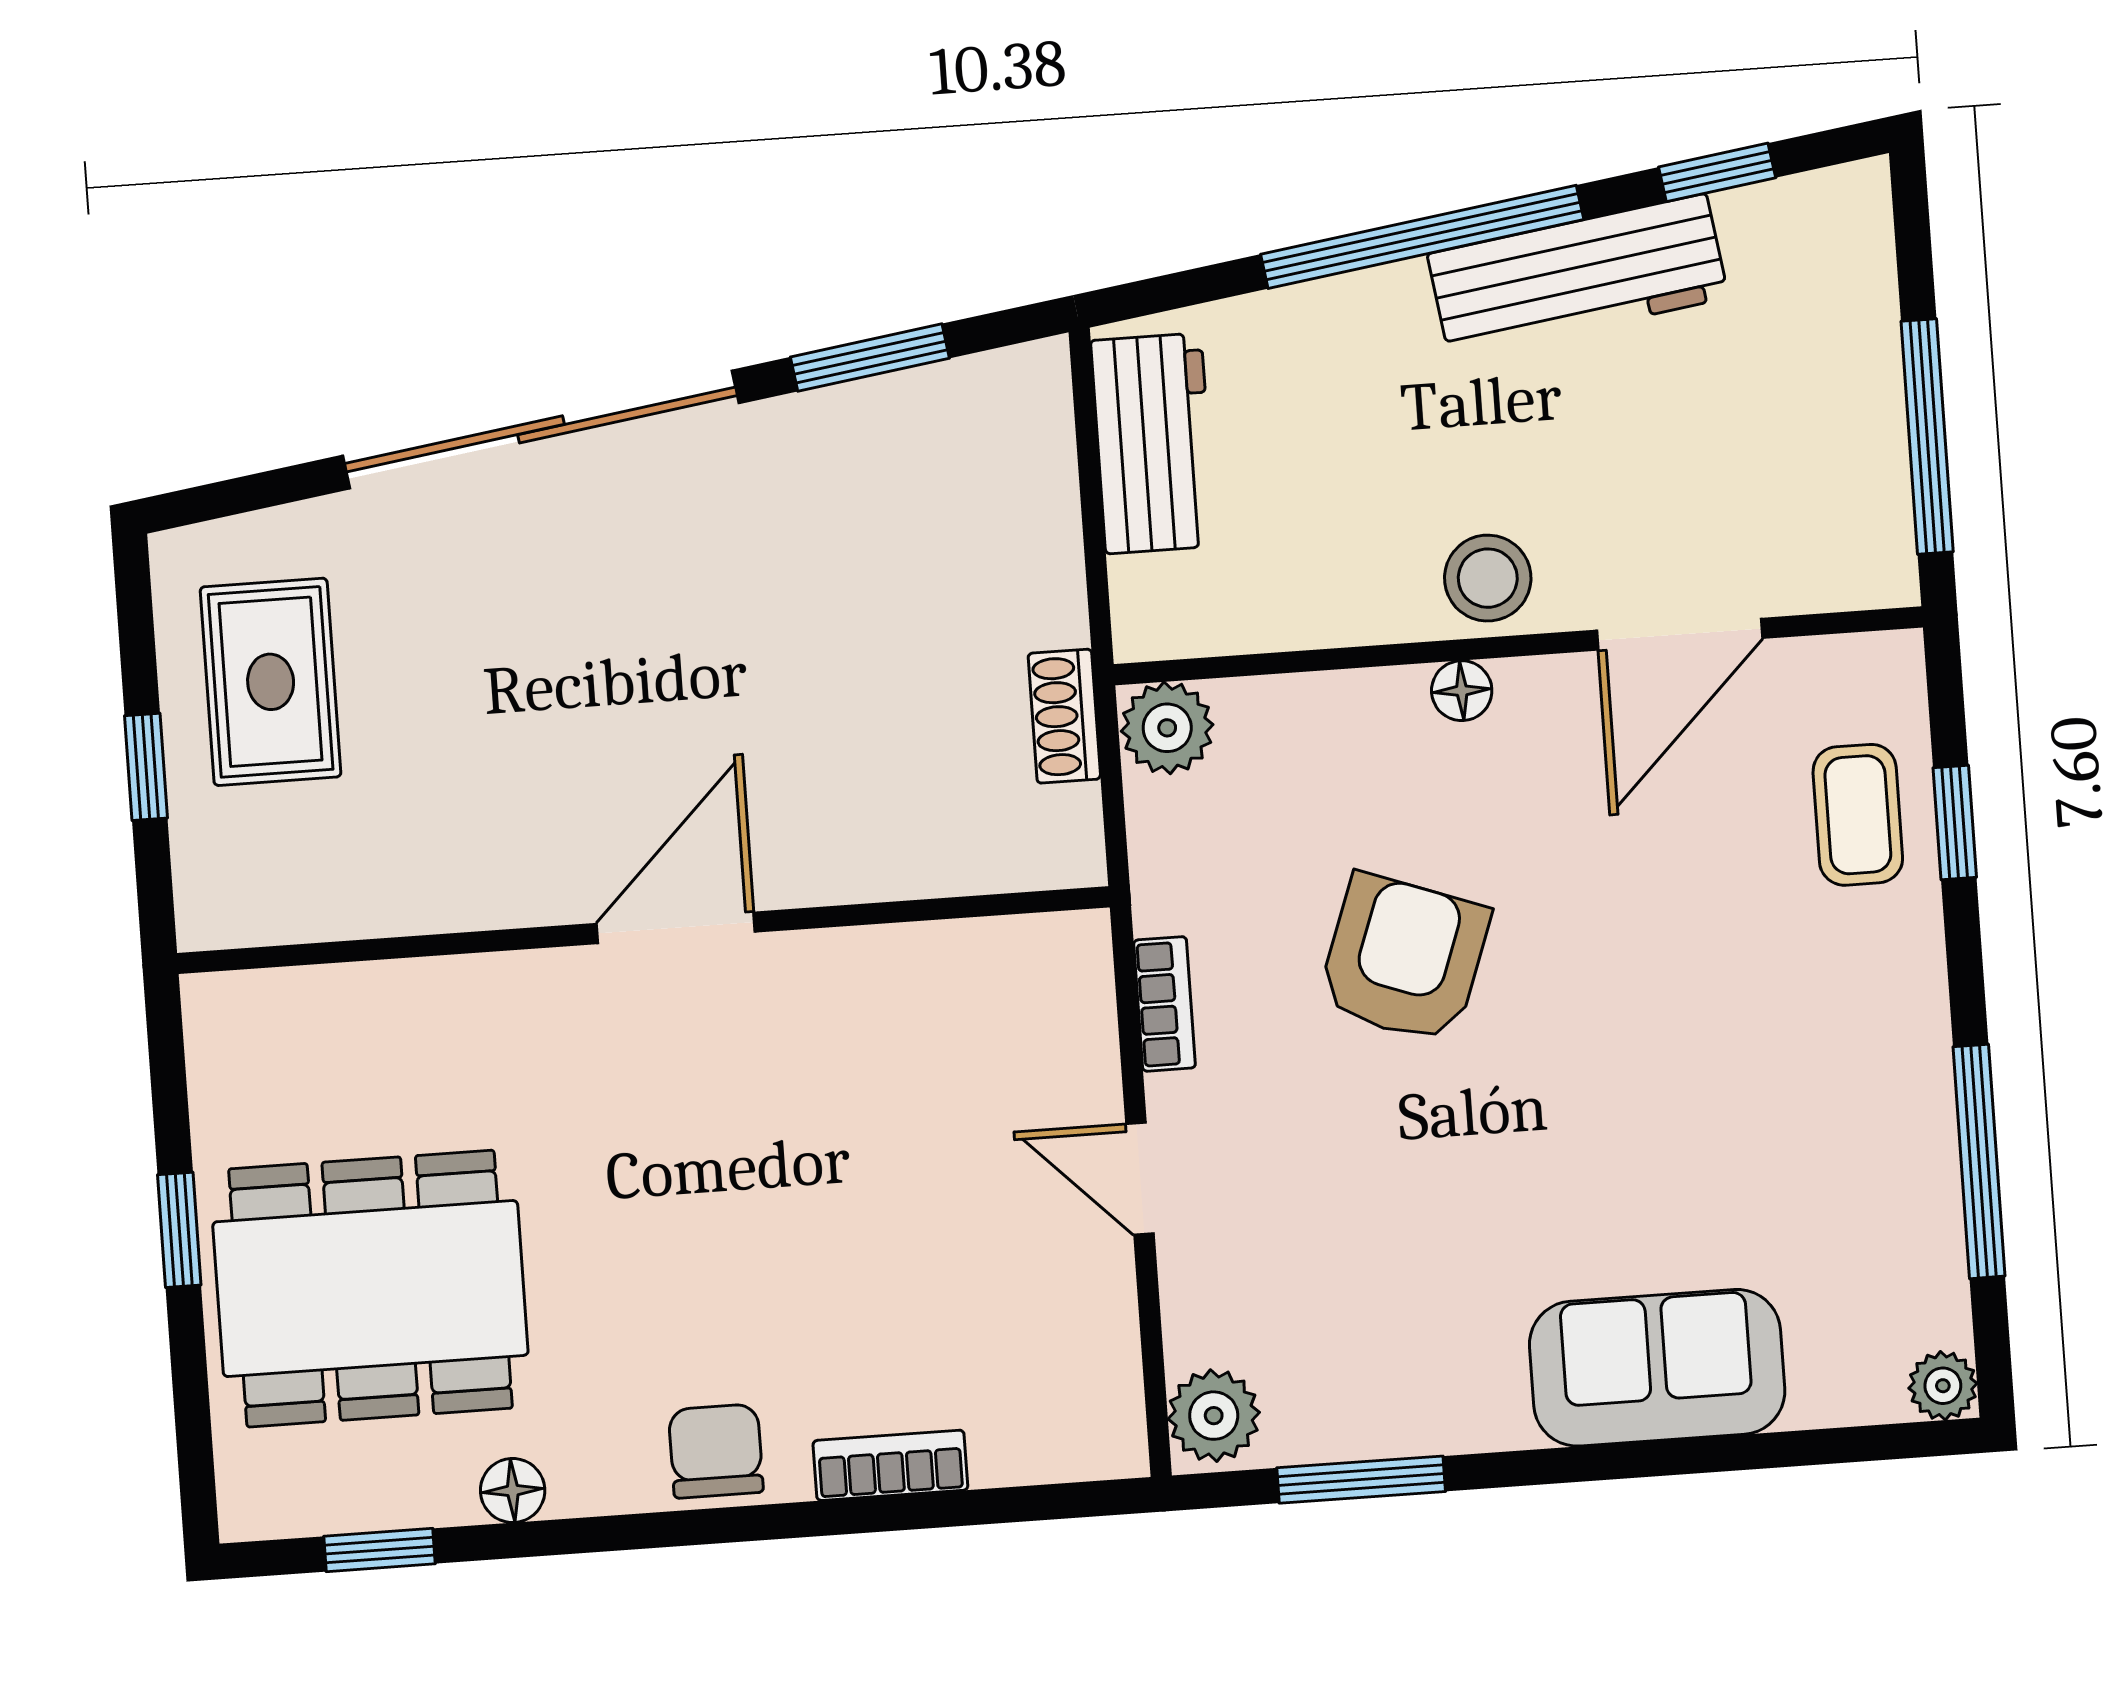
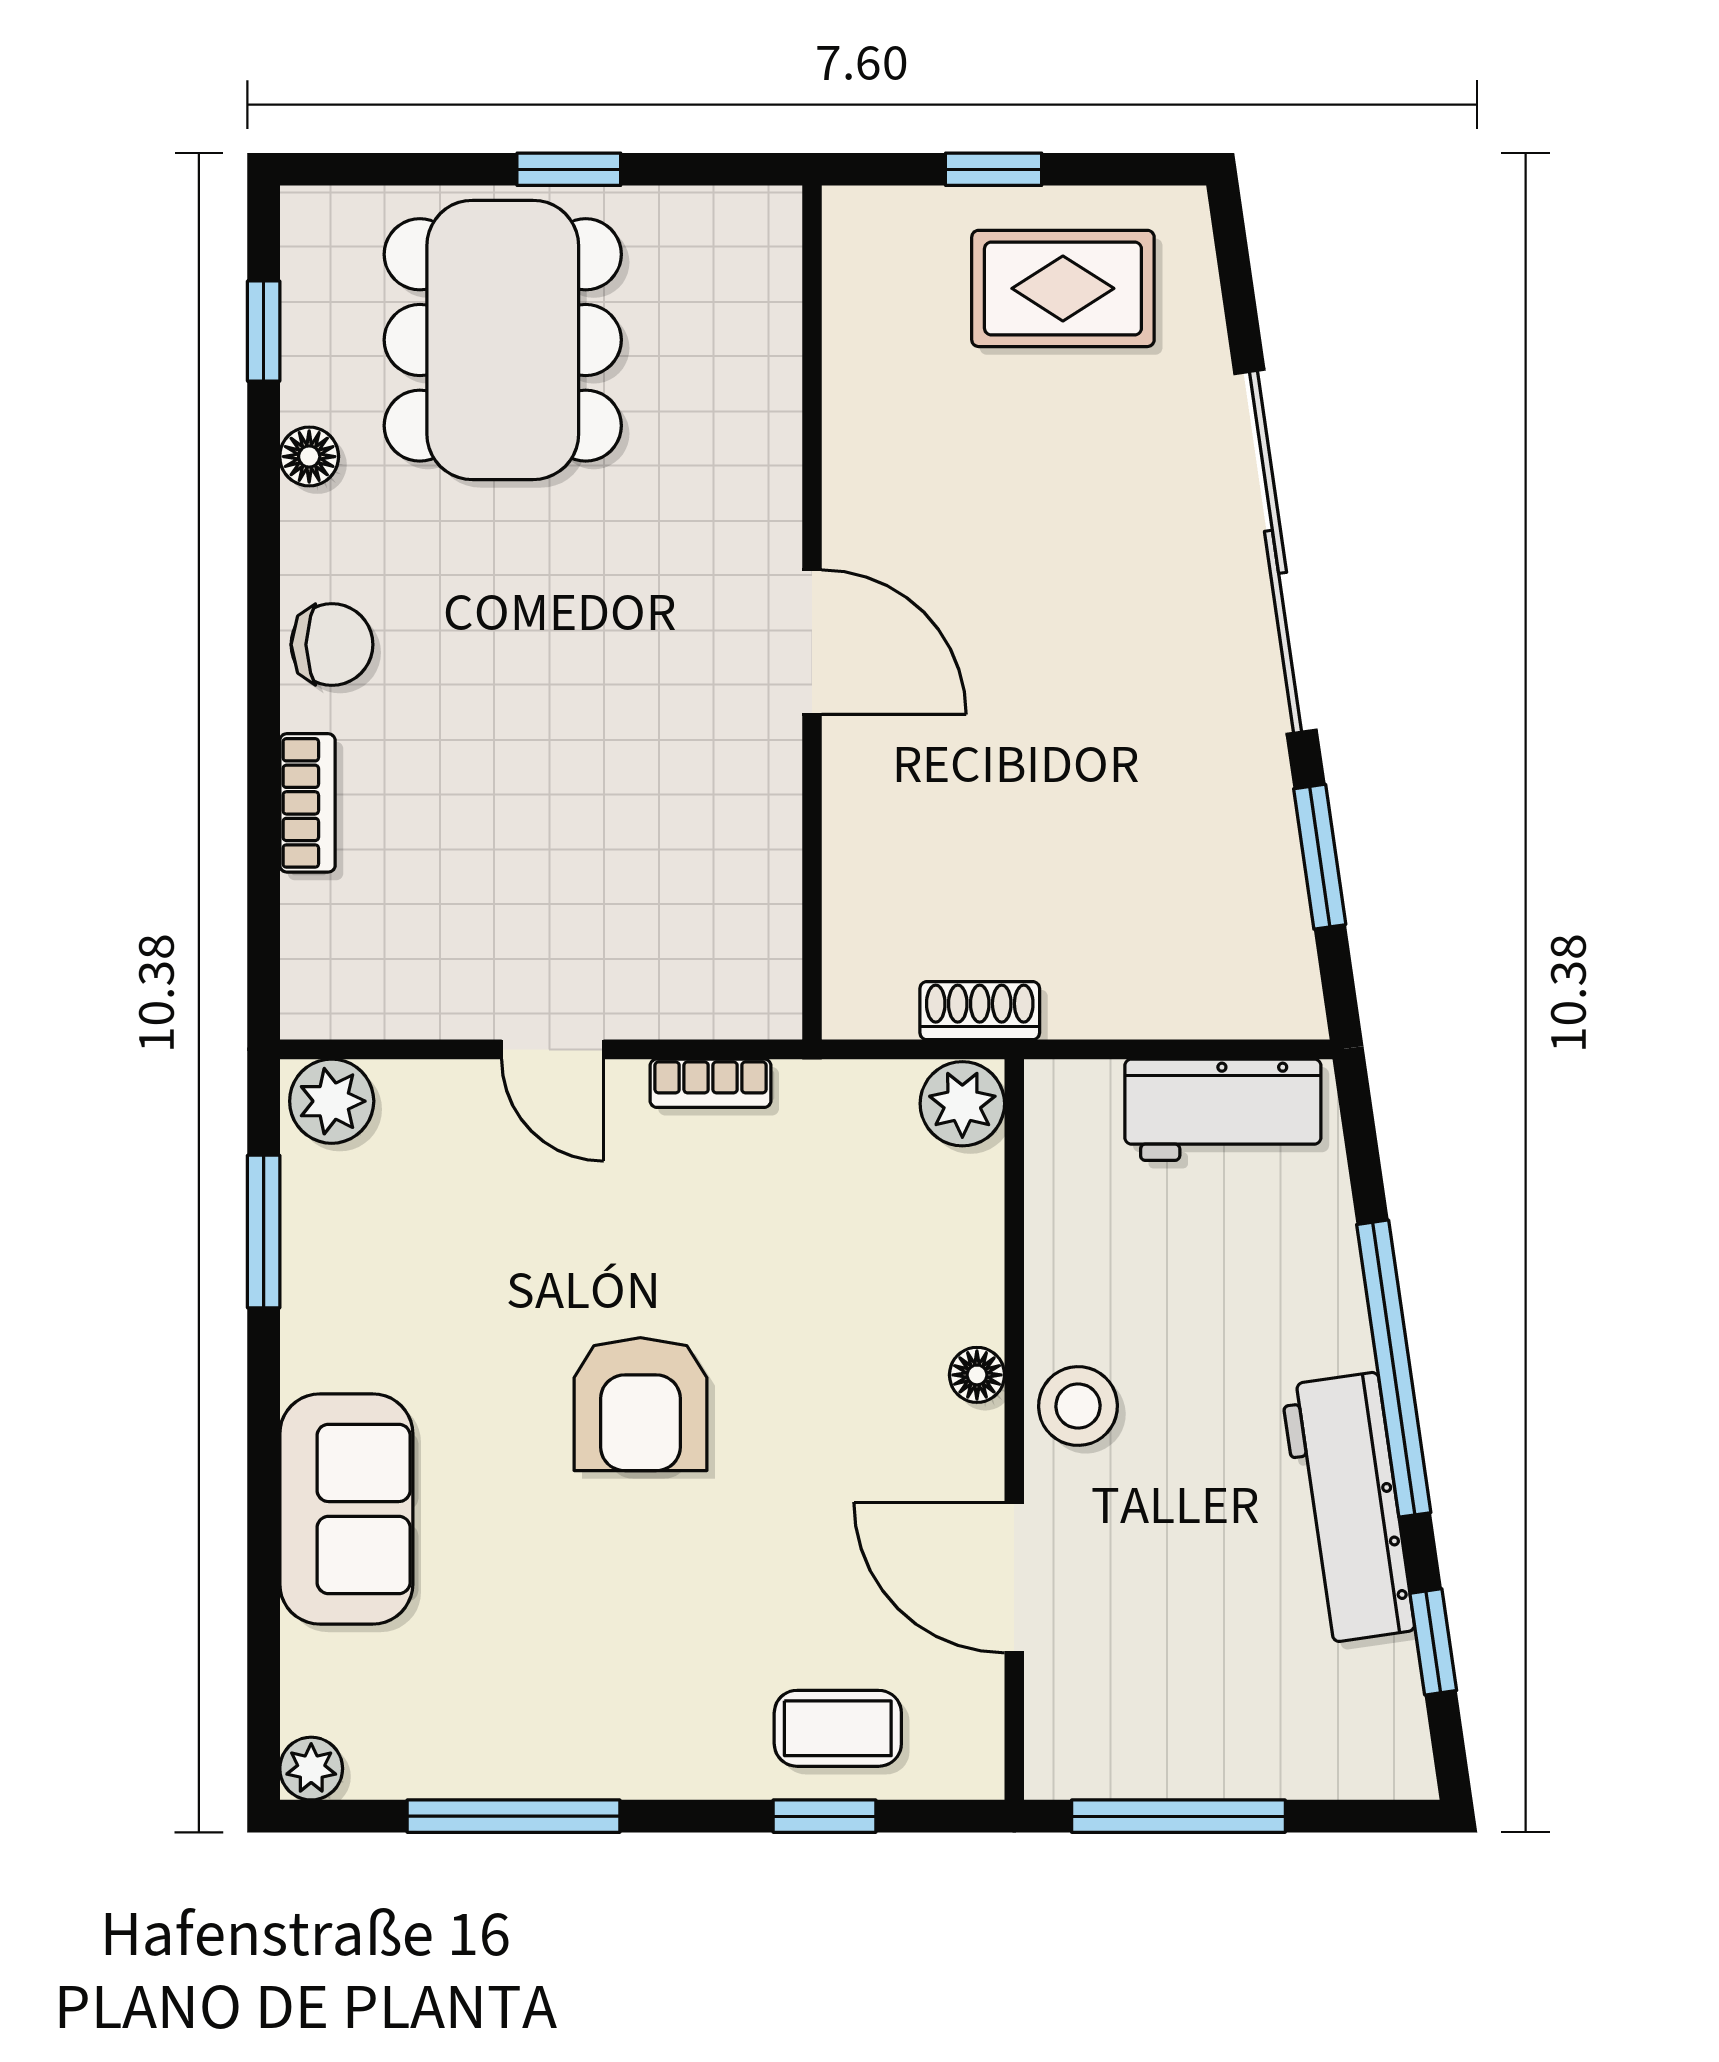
armchair: (1404, 959) -> (640, 1404), moved, turned 70
door: (1140, 1179) -> (553, 1049), swing flipped

